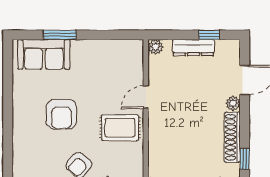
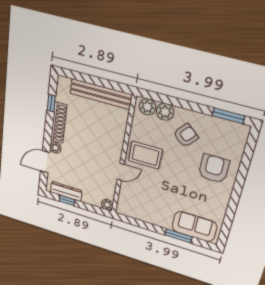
dresser: (193, 48) -> (66, 191), moved
armchair: (61, 114) -> (214, 169), moved

